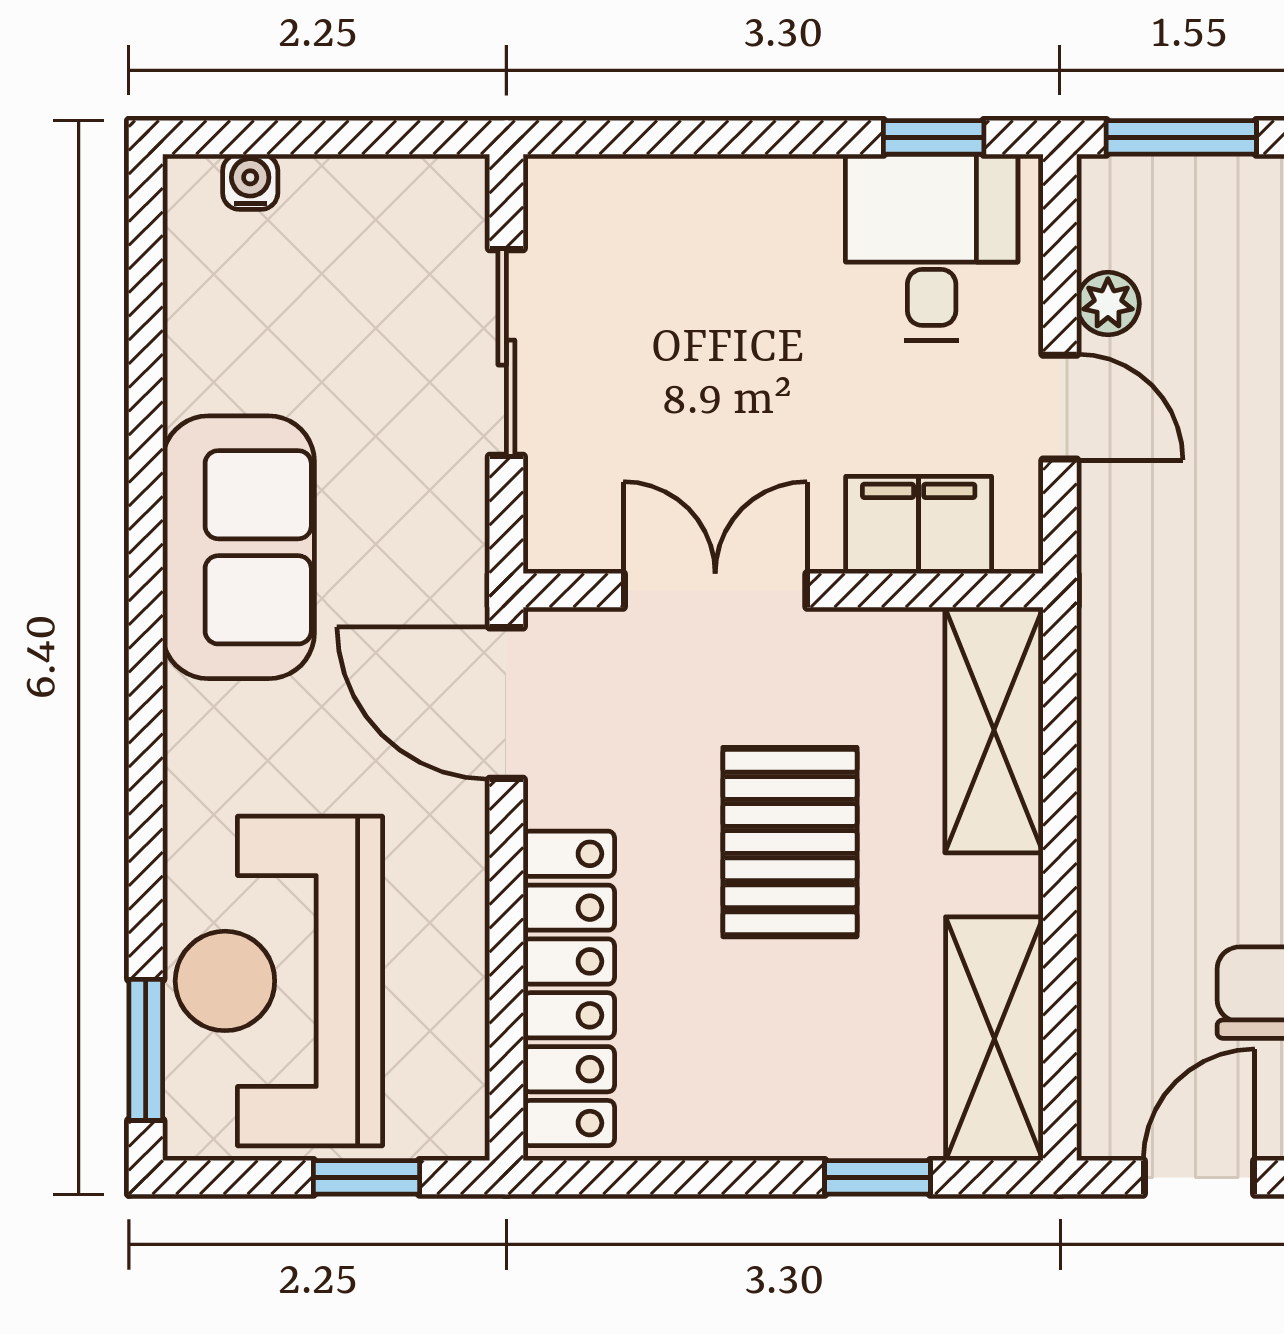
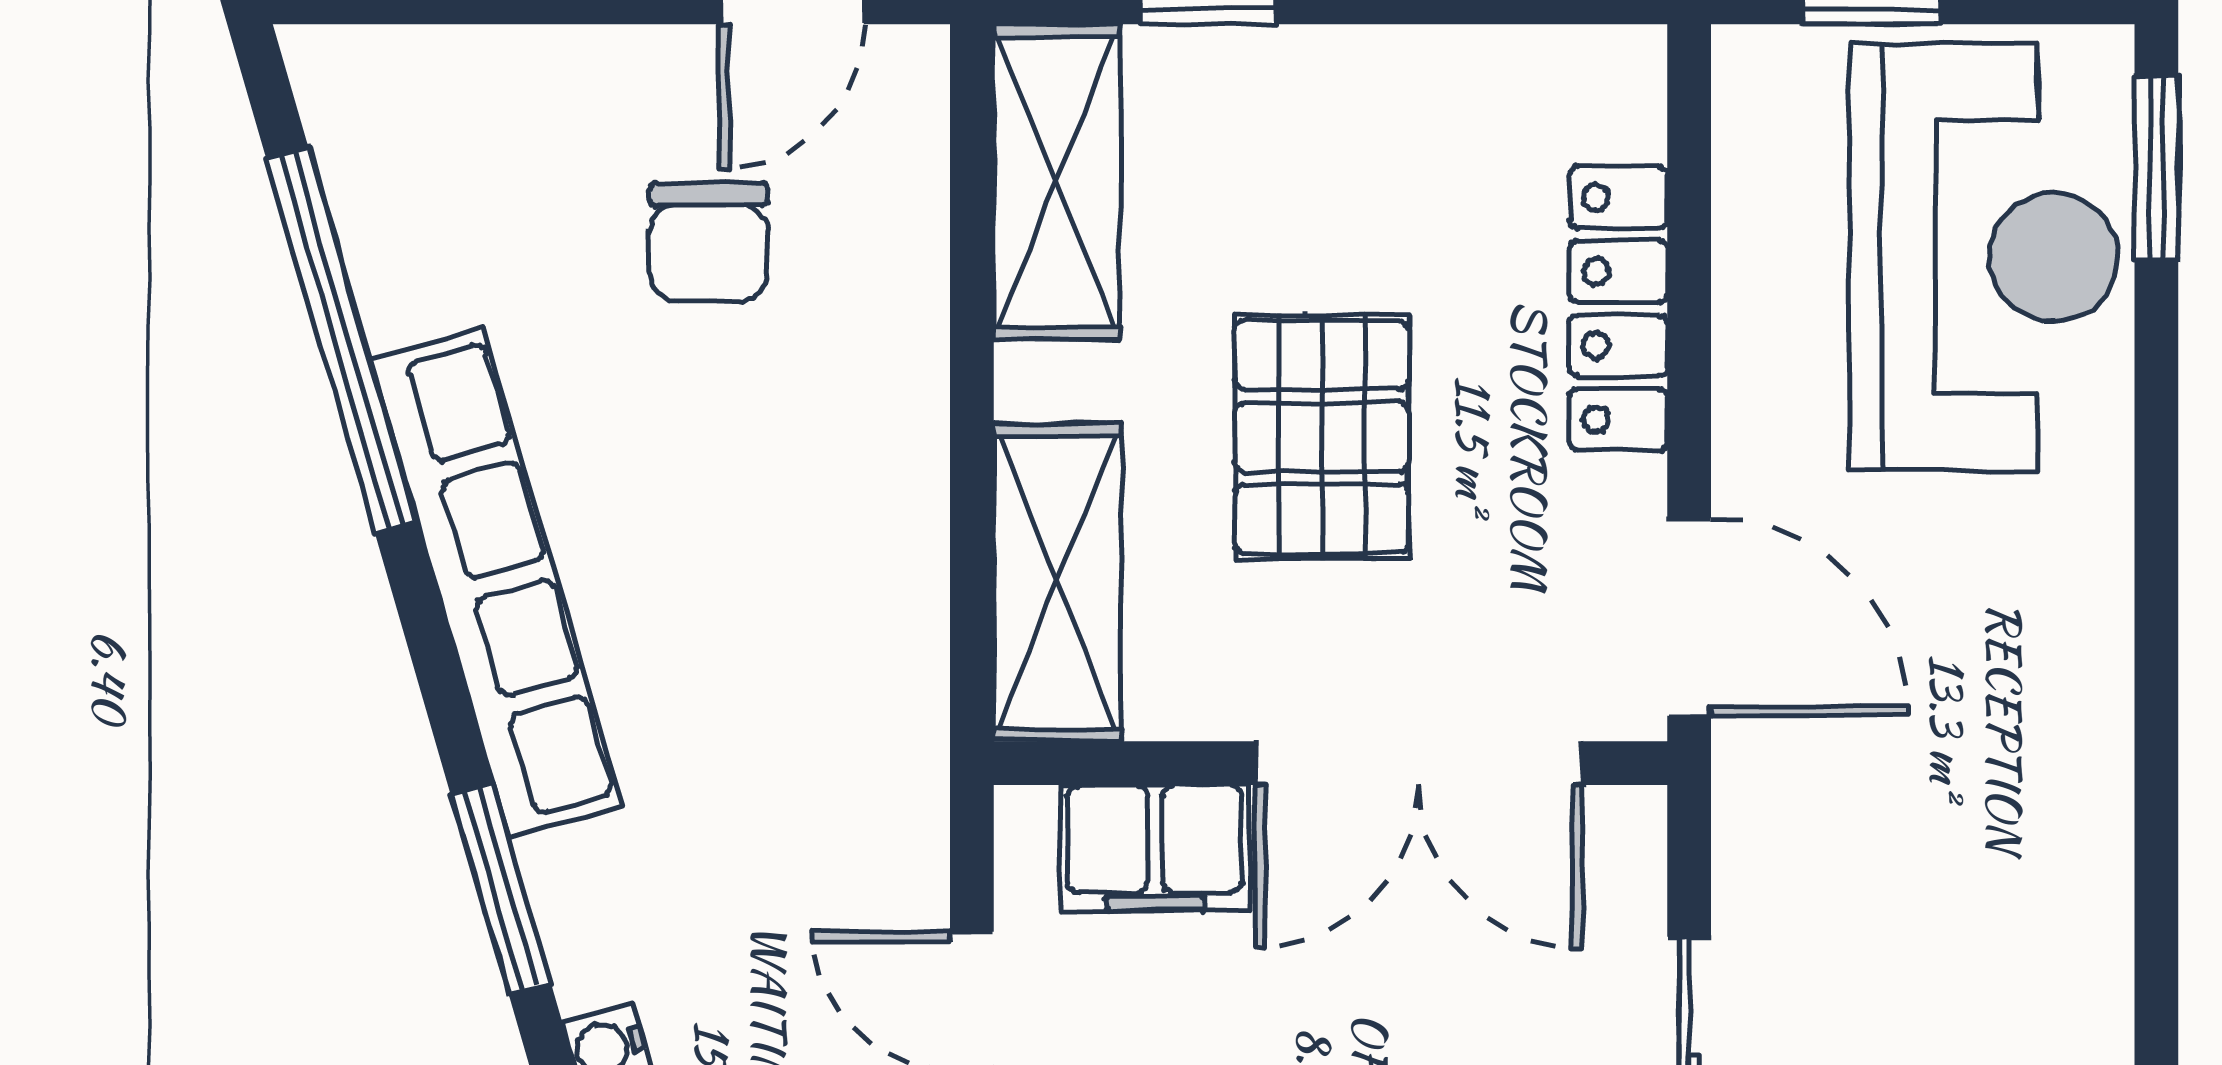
sofa: (238, 547) -> (2036, 819), removed
double door: (715, 590) -> (1419, 763), width x1.37
locker: (569, 988) -> (1618, 308), width x0.71, depth x0.83

